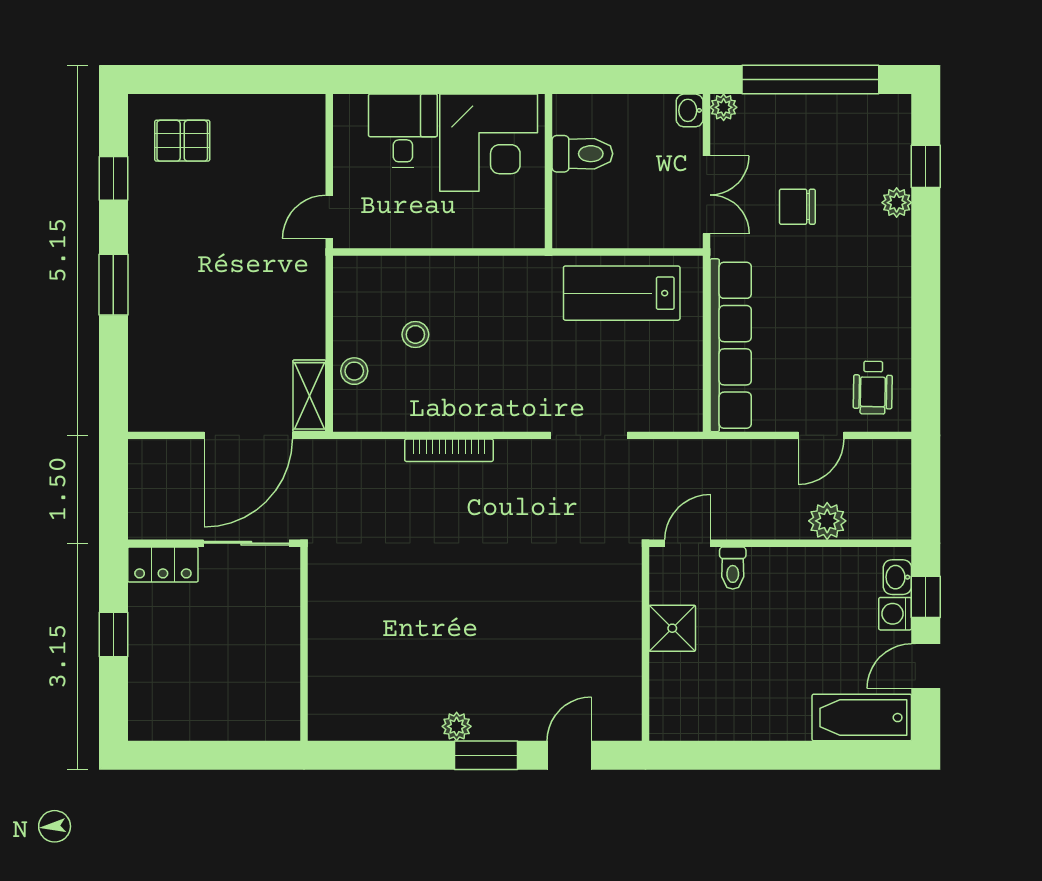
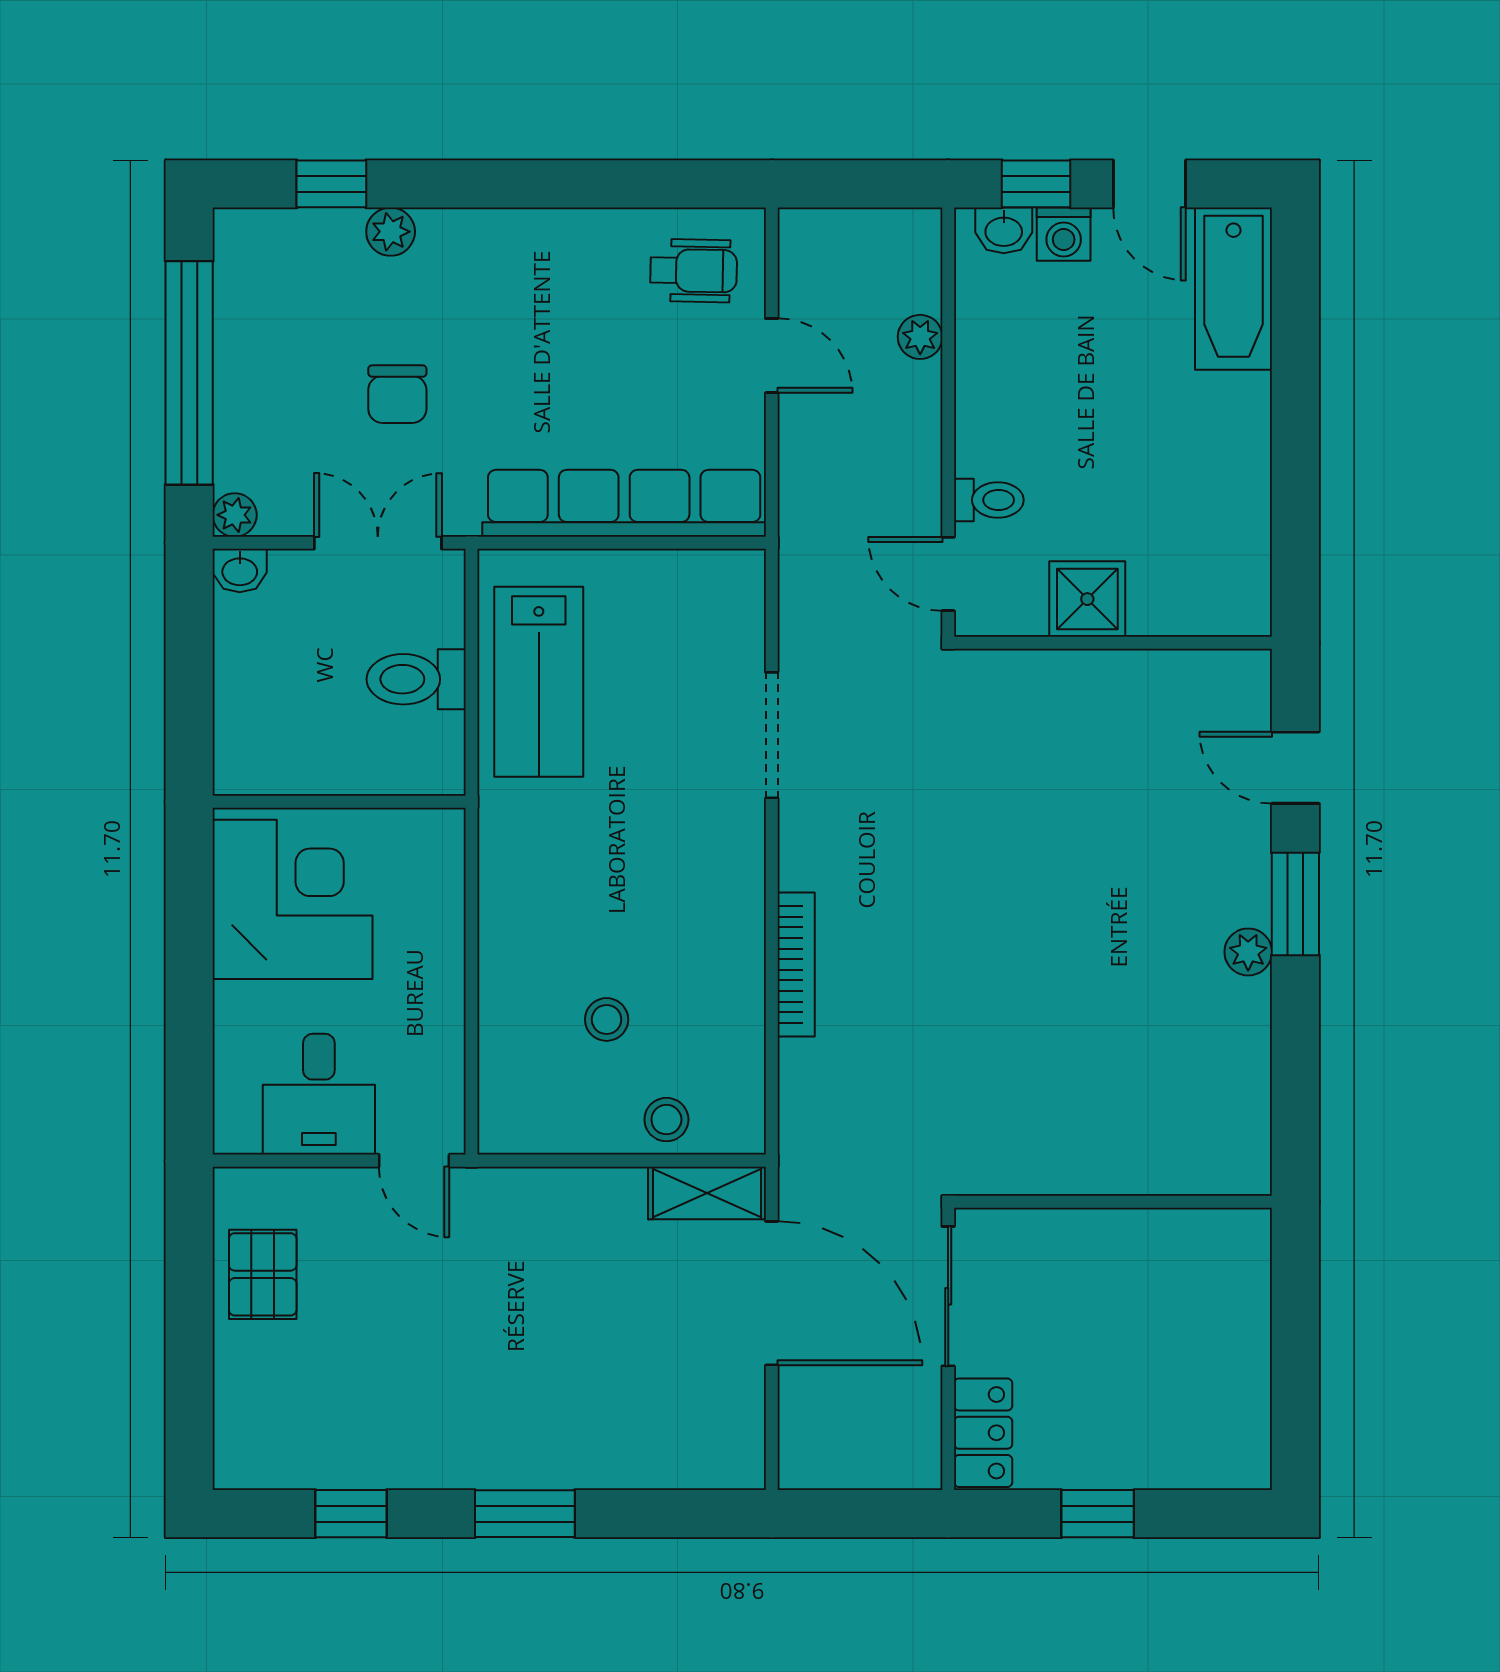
desk: (403, 131) -> (319, 1094), moved, turned -90
pallet: (182, 141) -> (263, 1274), moved
toilet: (582, 154) -> (416, 679), moved, turned -90
plant: (827, 521) -> (920, 337), width x0.73, depth x0.73

